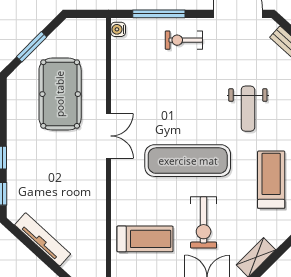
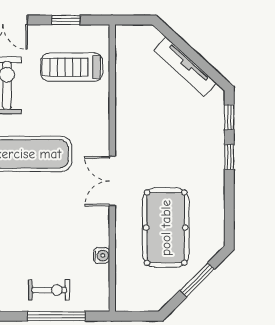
water cooler: (118, 29) -> (102, 255), moved
exercise bike: (184, 40) -> (49, 290), moved

